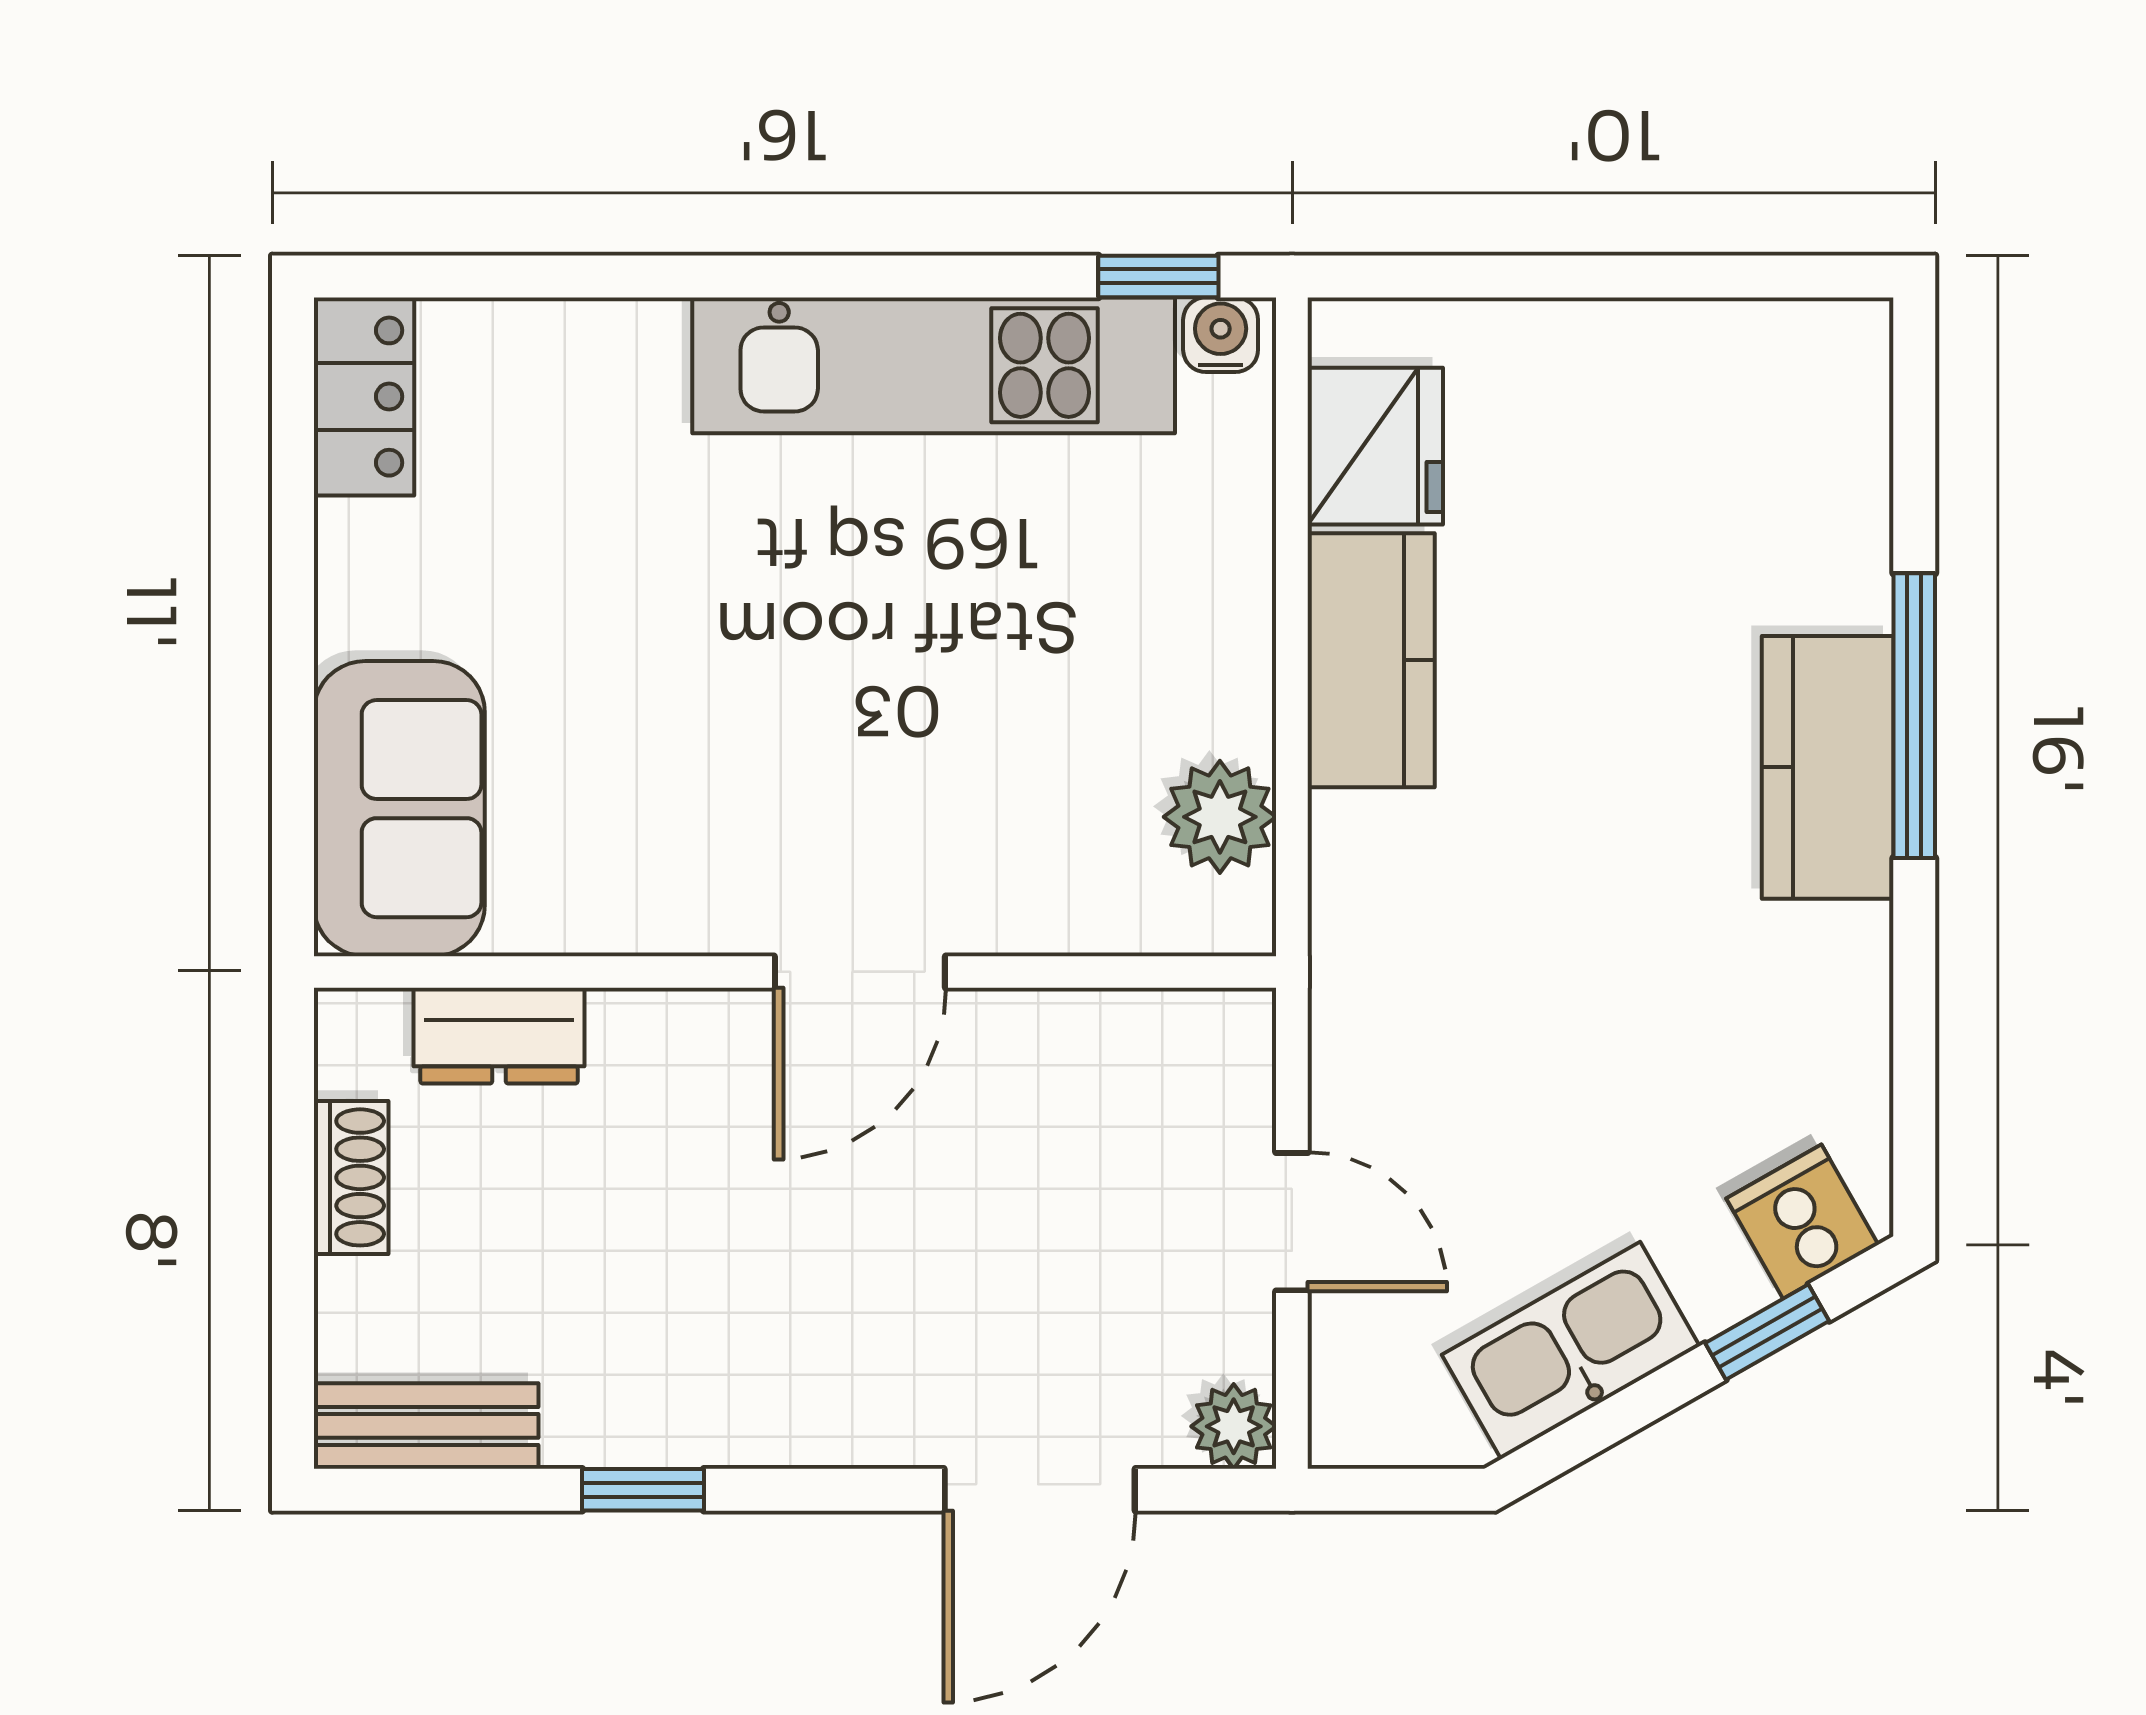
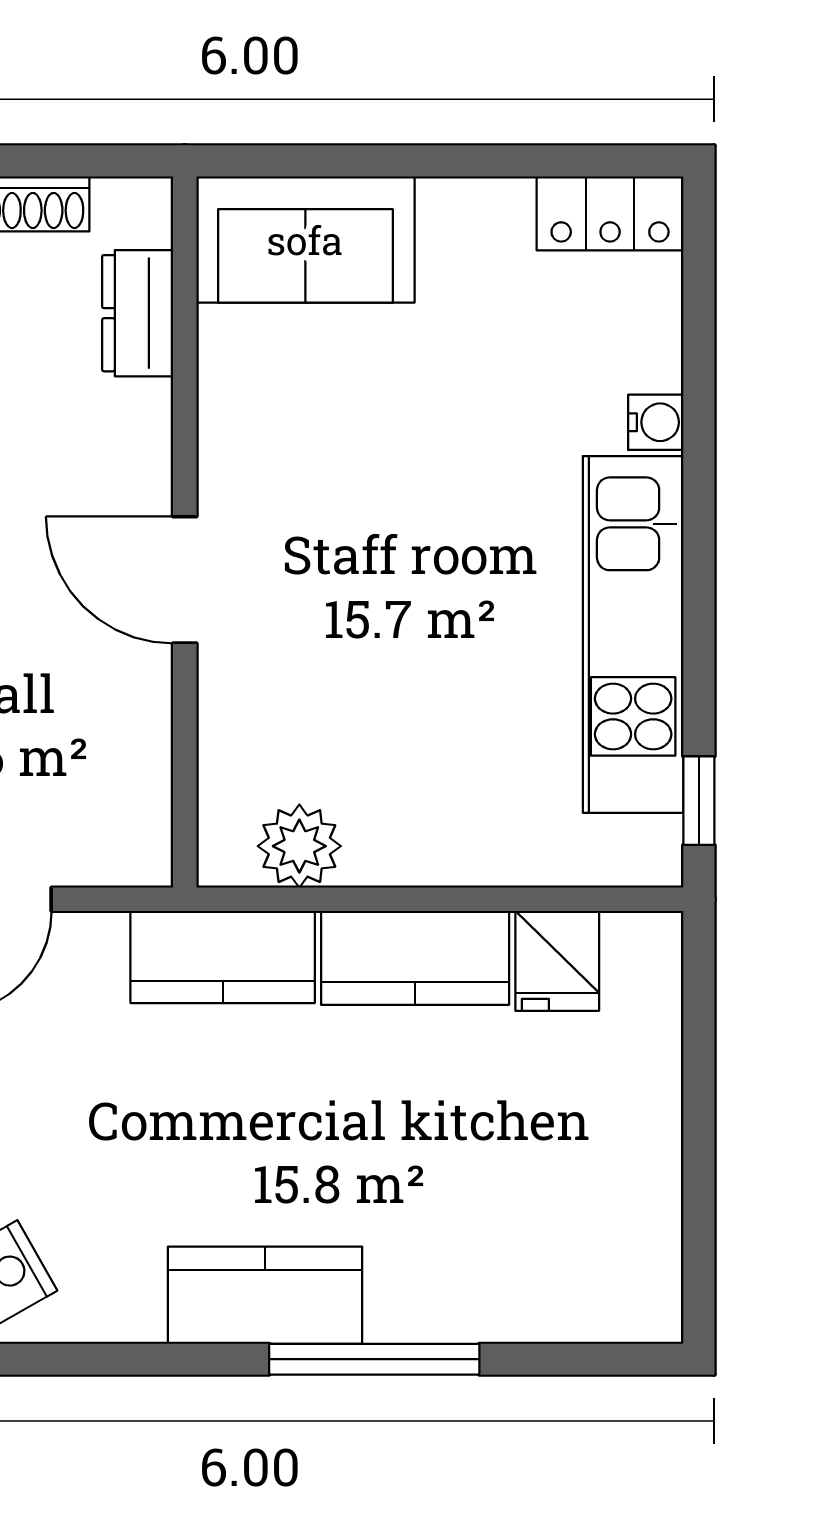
water cooler: (1221, 335) -> (656, 422), moved
fridge: (1375, 446) -> (557, 961), width x0.72
kitchen counter: (1828, 767) -> (265, 1295), moved
kitchen counter: (1370, 921) -> (223, 957), added

